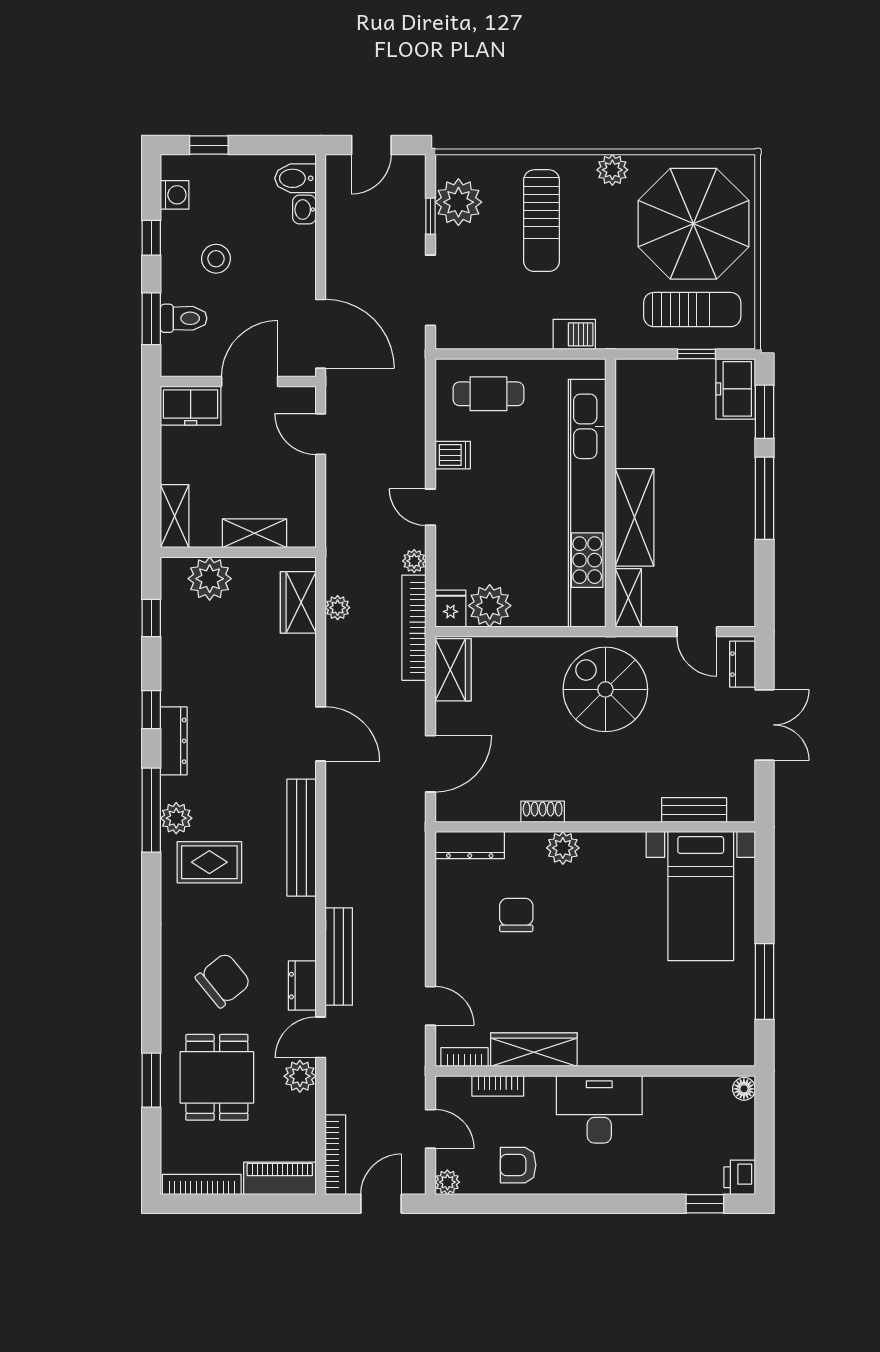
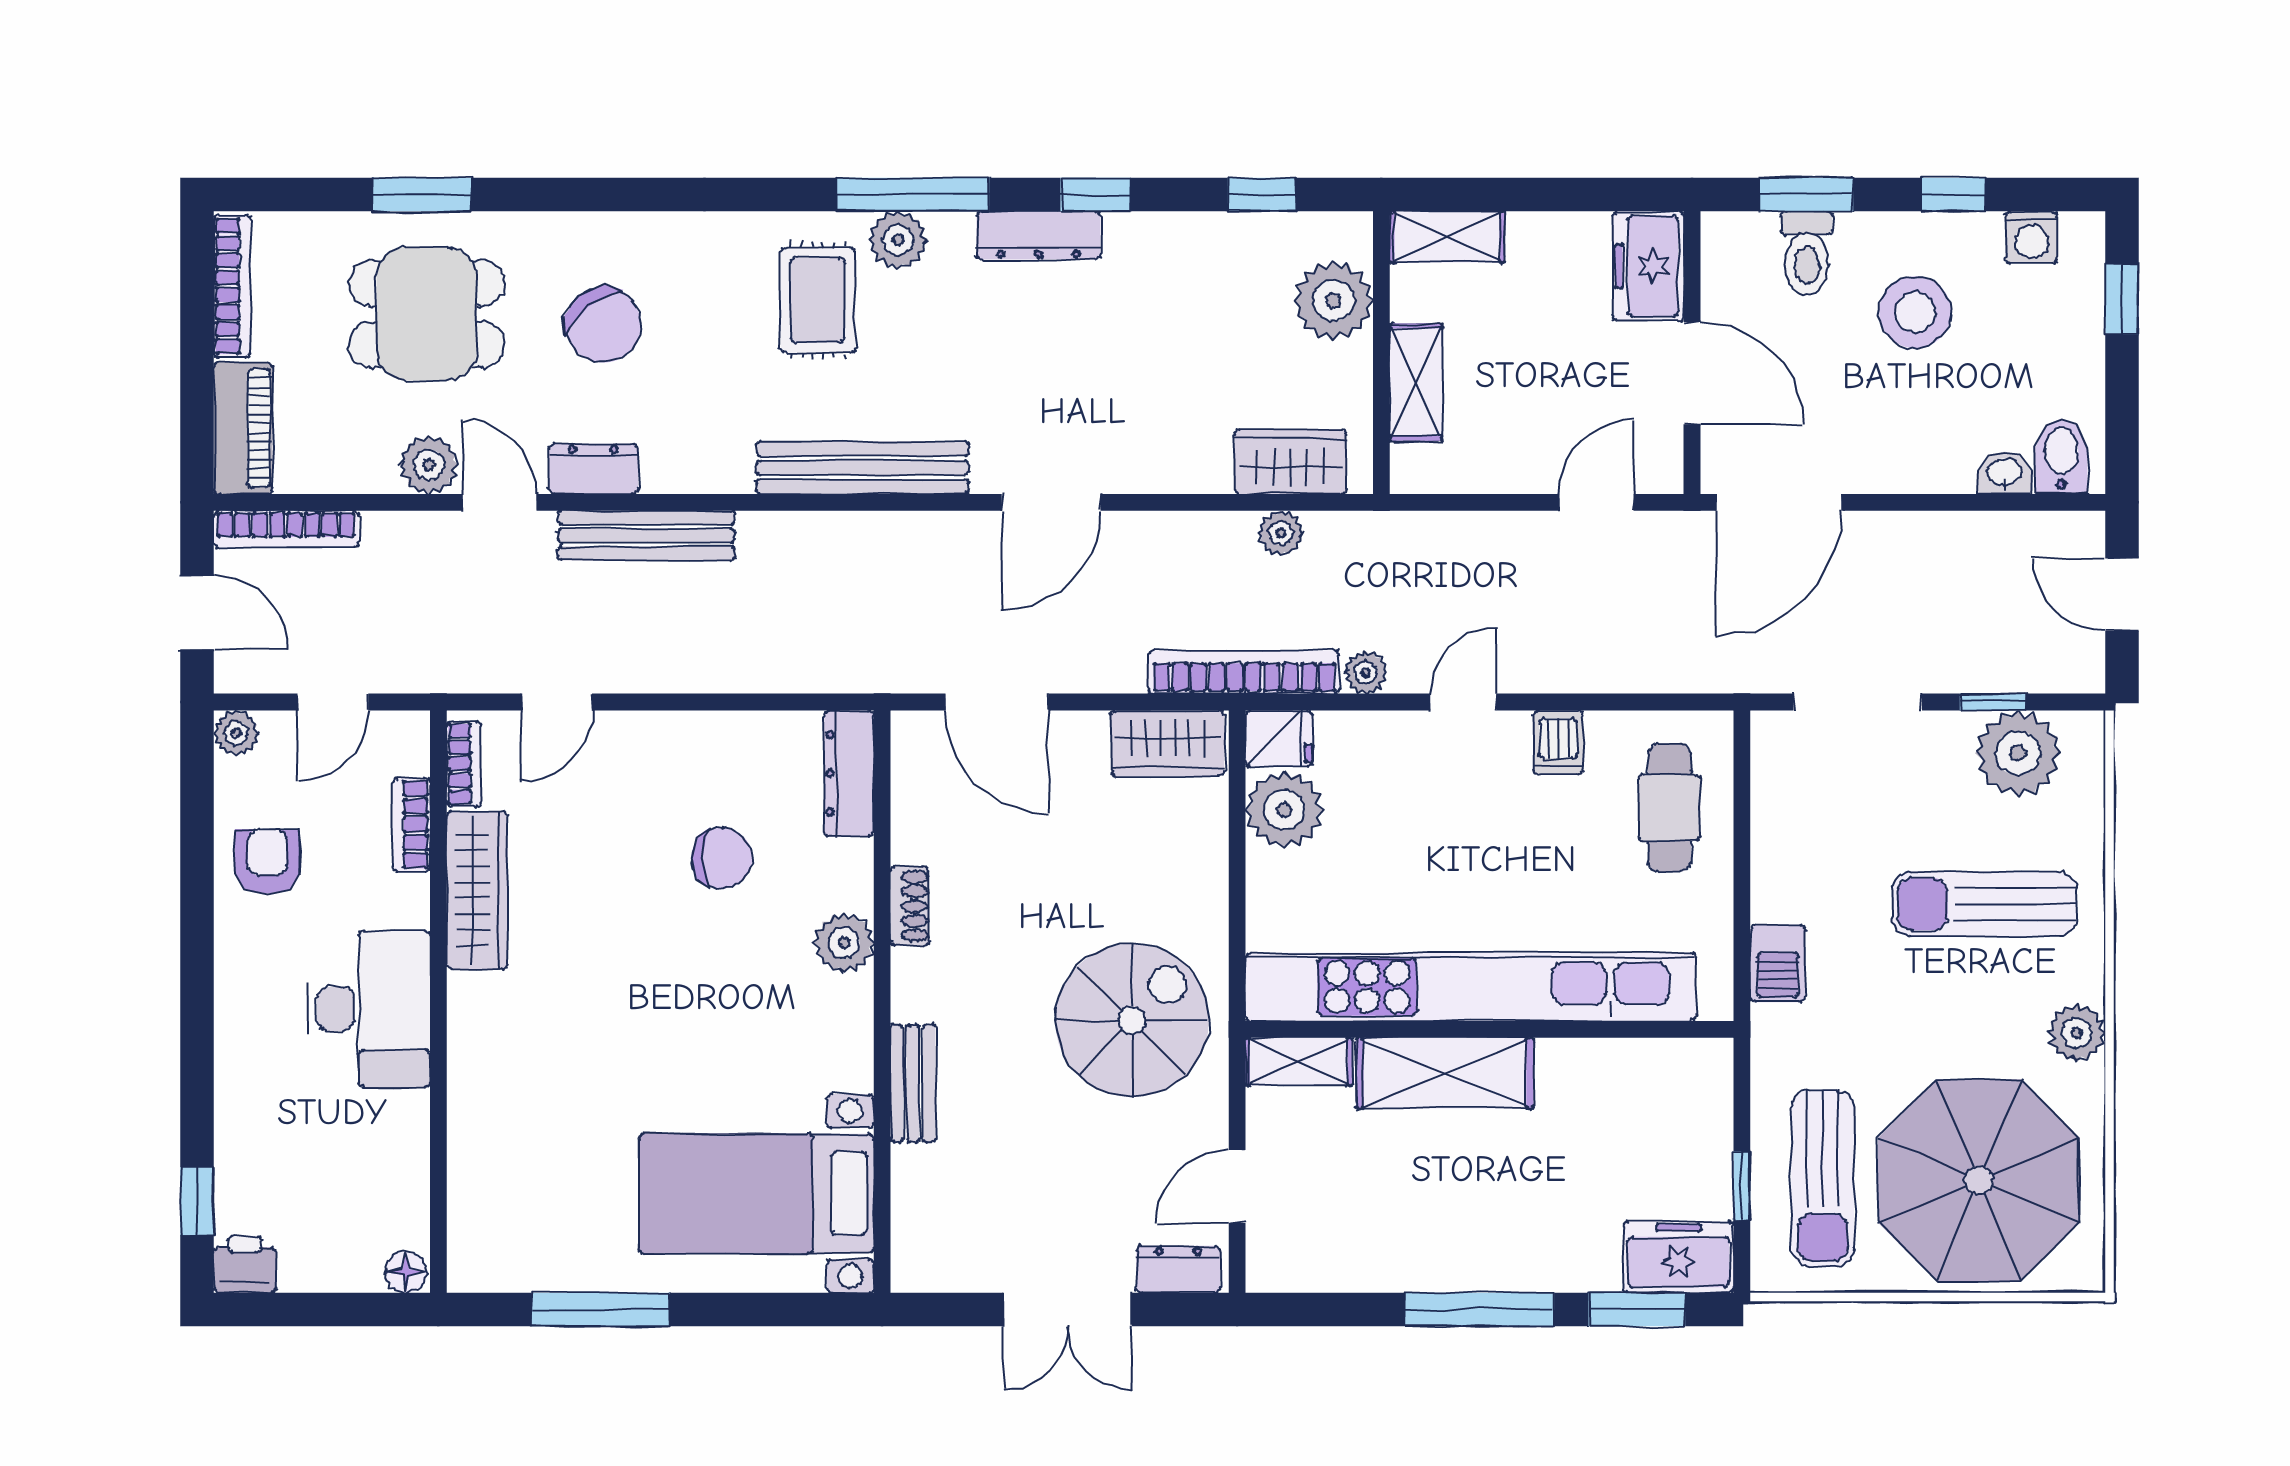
stool: (216, 259) -> (1915, 312), width x1.38, depth x1.38
bench: (694, 810) -> (913, 1083), moved

